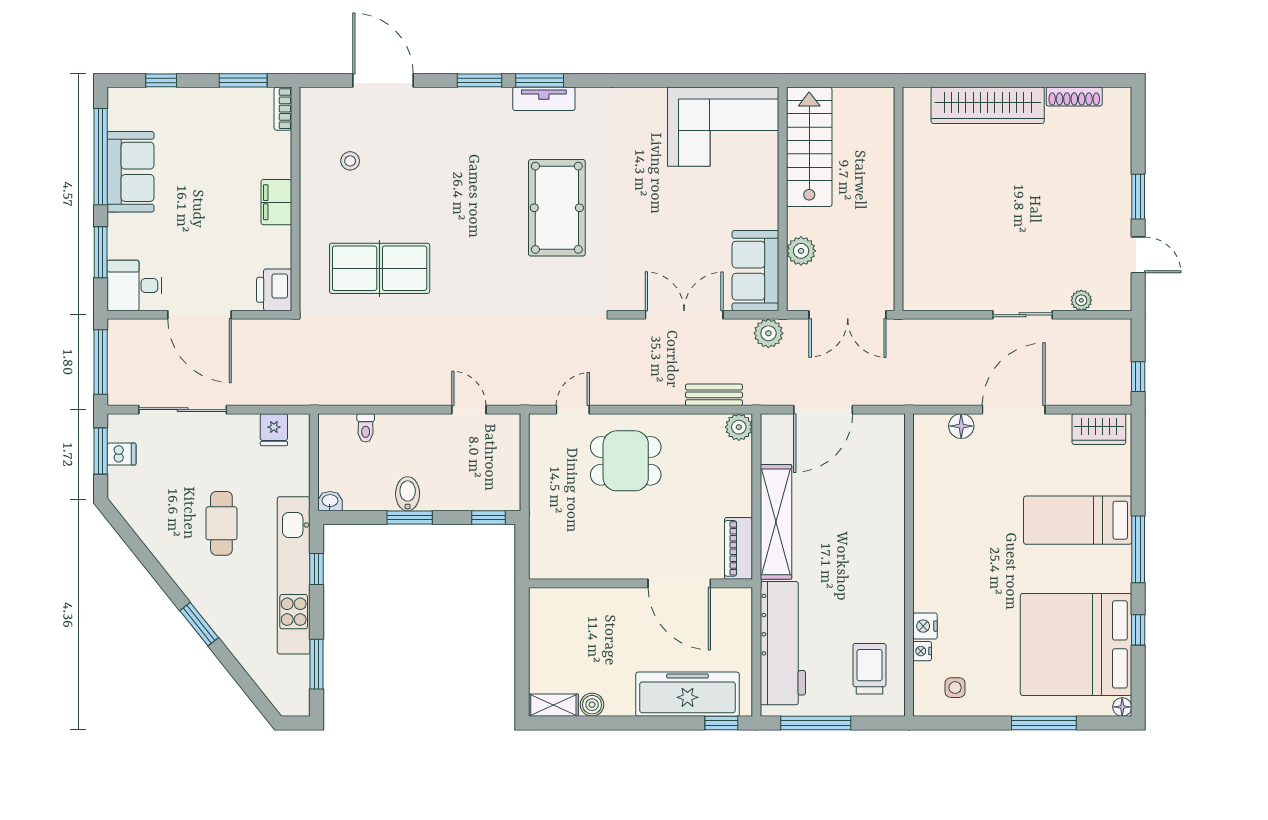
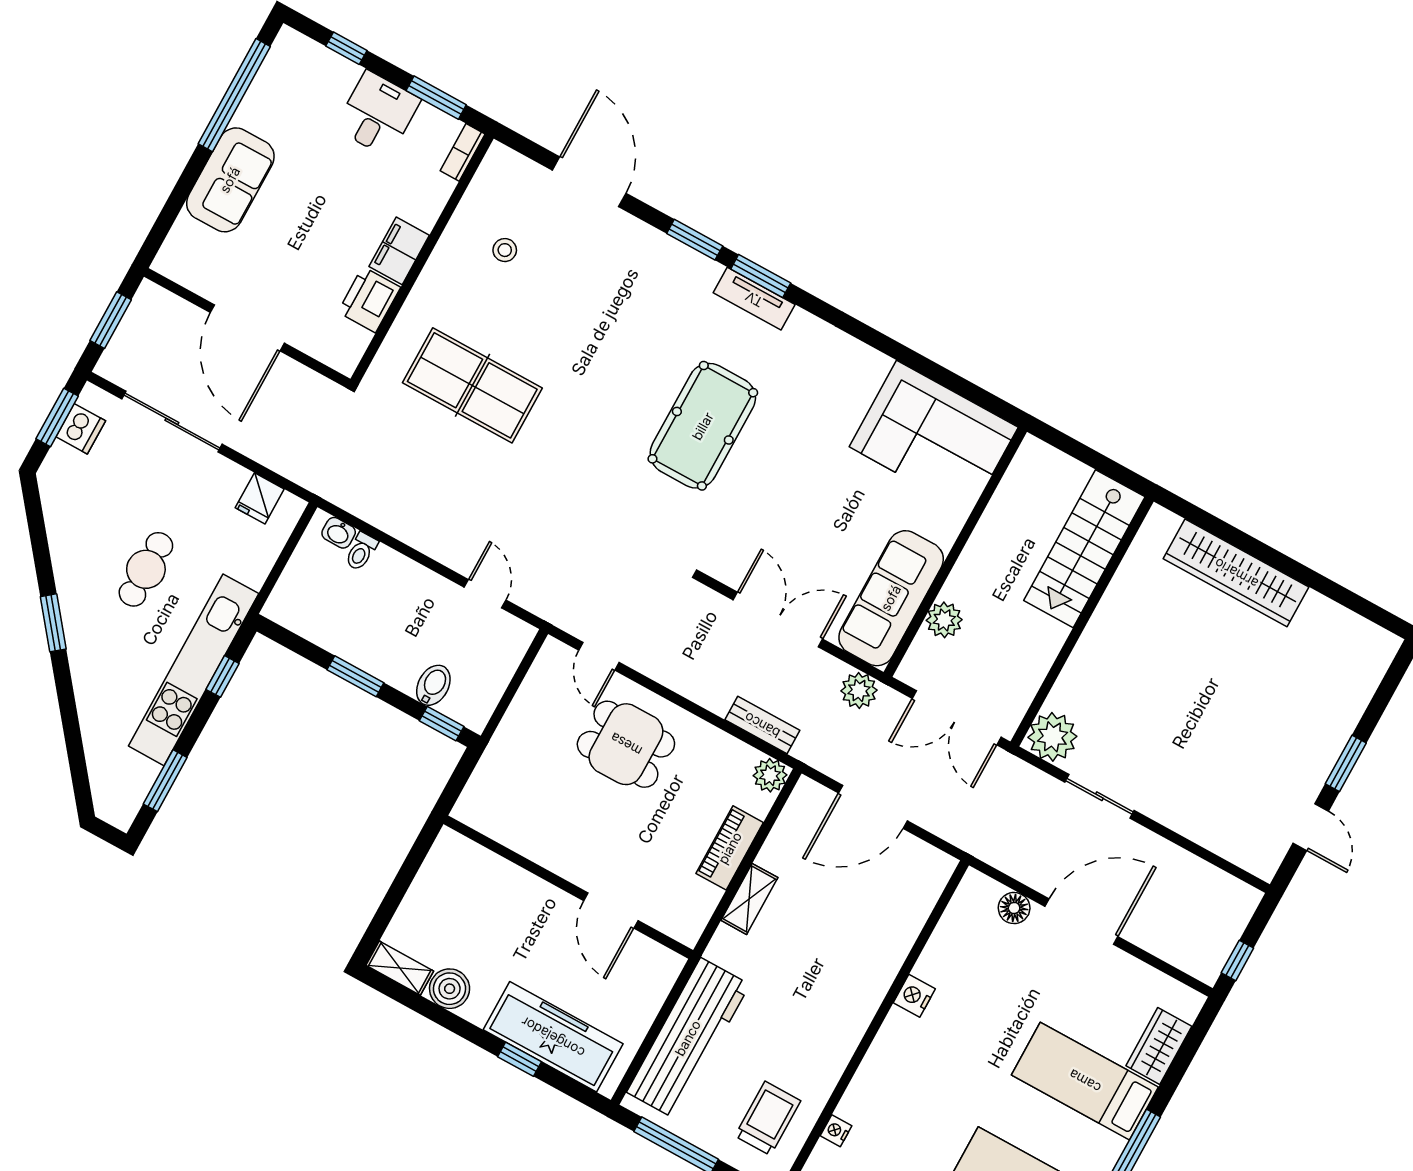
shoe rack: (1074, 96) -> (1336, 615), removed
stairs: (809, 147) -> (1084, 549), moved, turned 180
sofa: (131, 172) -> (230, 180), moved
window: (101, 252) -> (177, 200), removed
sofa: (755, 271) -> (891, 598), width x1.36
desk: (135, 285) -> (378, 114), moved, turned 90
printer: (274, 290) -> (369, 300), moved
plant: (1081, 300) -> (1052, 737), moved, width x1.88, depth x1.88
sliding door: (1023, 315) -> (1099, 796), moved
window: (101, 362) -> (111, 320), width x0.69
door: (573, 410) -> (599, 656), swing flipped
wardrobe: (1099, 429) -> (1159, 1046), moved, turned 90
dishwasher: (122, 454) -> (81, 429), width x1.38
bidet: (408, 494) -> (433, 685), moved
washbasin: (330, 501) -> (339, 533), moved, turned 180
shelving: (776, 522) -> (749, 899), width x0.45, depth x0.75
piano: (738, 548) -> (730, 848), moved
door: (679, 583) -> (611, 911), width x0.73
window: (199, 624) -> (53, 623), moved
nightstand: (925, 626) -> (914, 996), moved
boiler: (592, 705) -> (450, 989), width x1.36, depth x1.36
window: (721, 723) -> (520, 1059), moved

